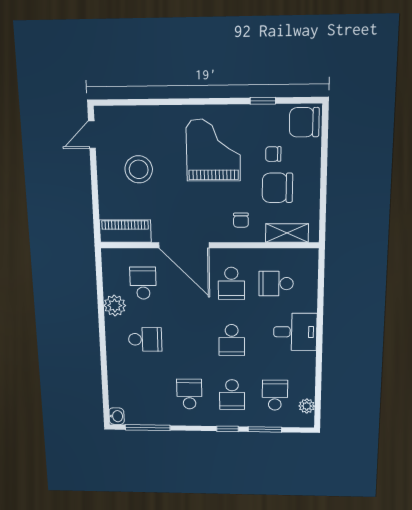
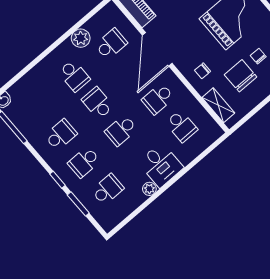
school desk: (276, 284) -> (181, 126), turned 180
school desk: (188, 340) -> (98, 103), added
plant: (307, 406) -> (149, 189), moved

